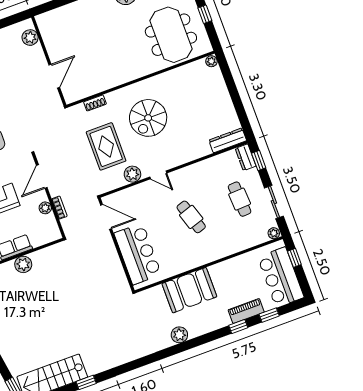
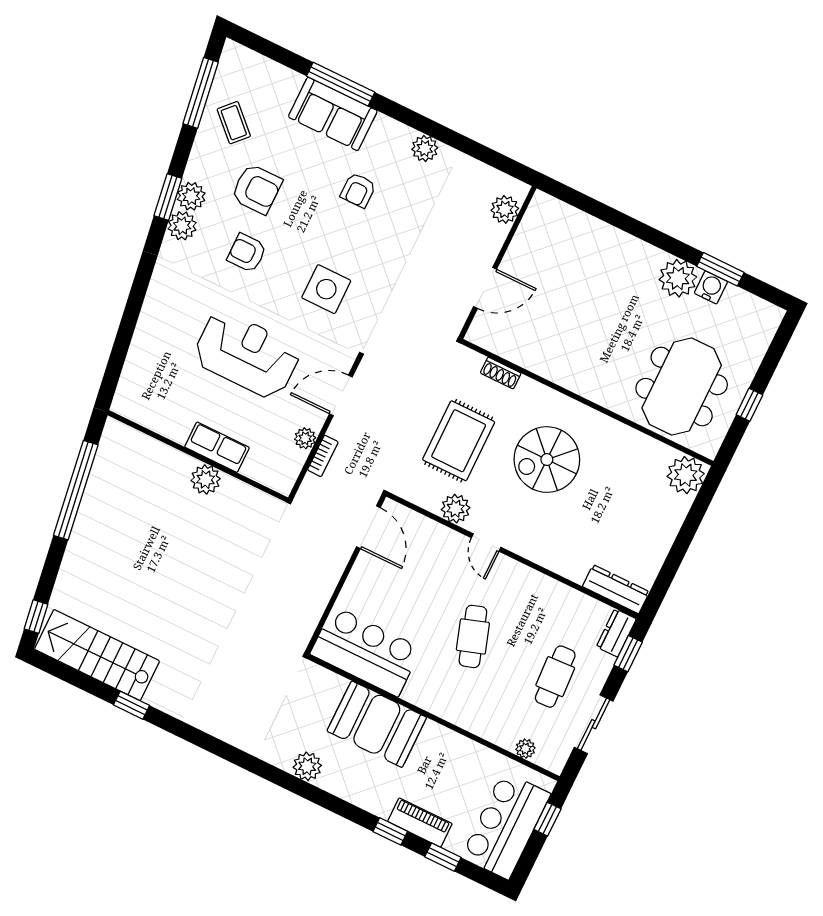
plant: (211, 61) -> (686, 475), width x1.88, depth x1.88
plant: (274, 233) -> (525, 749), moved
bar counter: (138, 254) -> (366, 651), moved, turned -90

